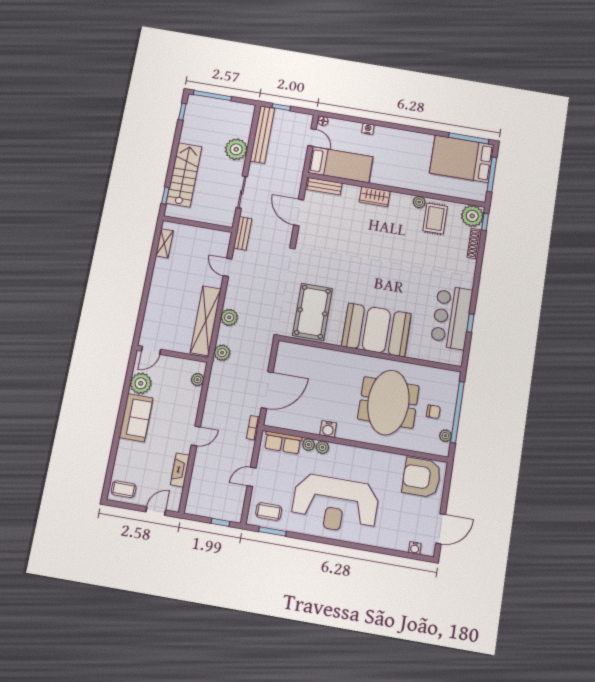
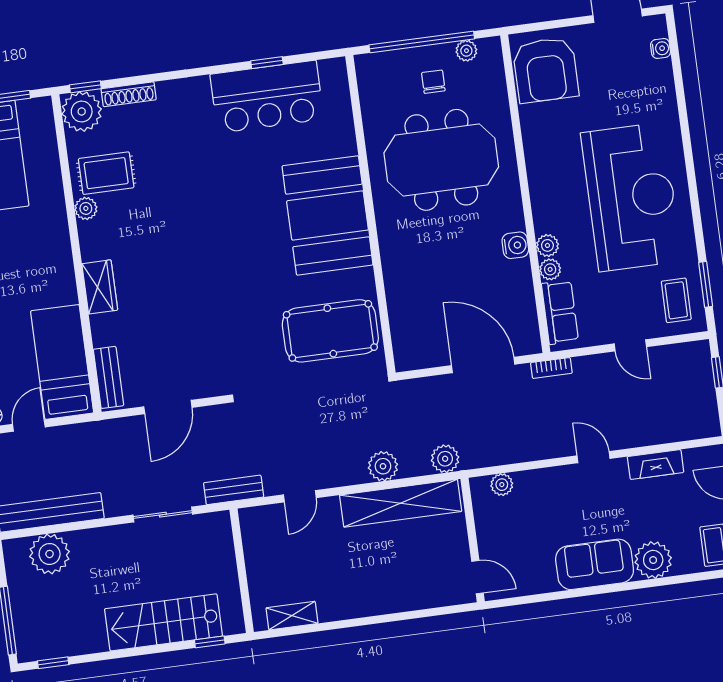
plant: (236, 149) -> (50, 554), moved
plant: (141, 383) -> (653, 560), moved

